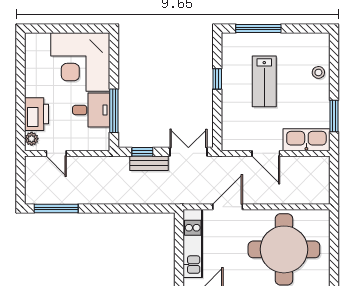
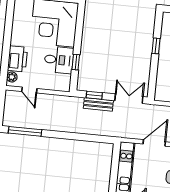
window: (114, 111) -> (76, 62), width x0.46

